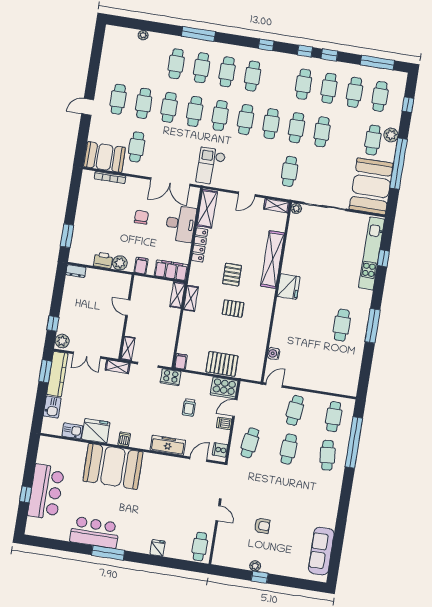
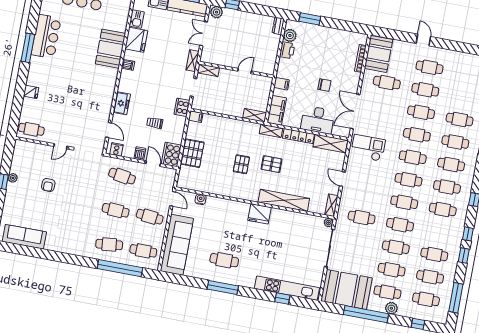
cafe table: (304, 84) -> (443, 209), moved
cafe table: (347, 136) -> (392, 270), added
plant: (120, 263) -> (290, 35), moved
shelving: (191, 298) -> (271, 131), moved
sofa: (326, 379) -> (177, 245), added
freezer: (168, 445) -> (122, 103), width x0.71
booth: (113, 466) -> (110, 49), width x0.73, depth x0.70

